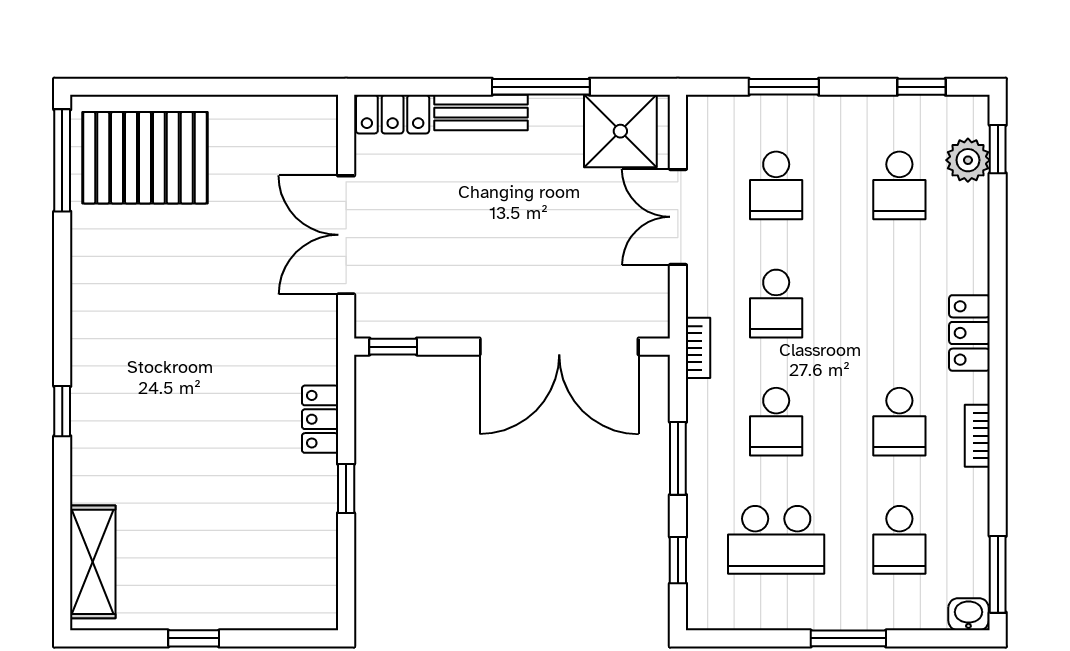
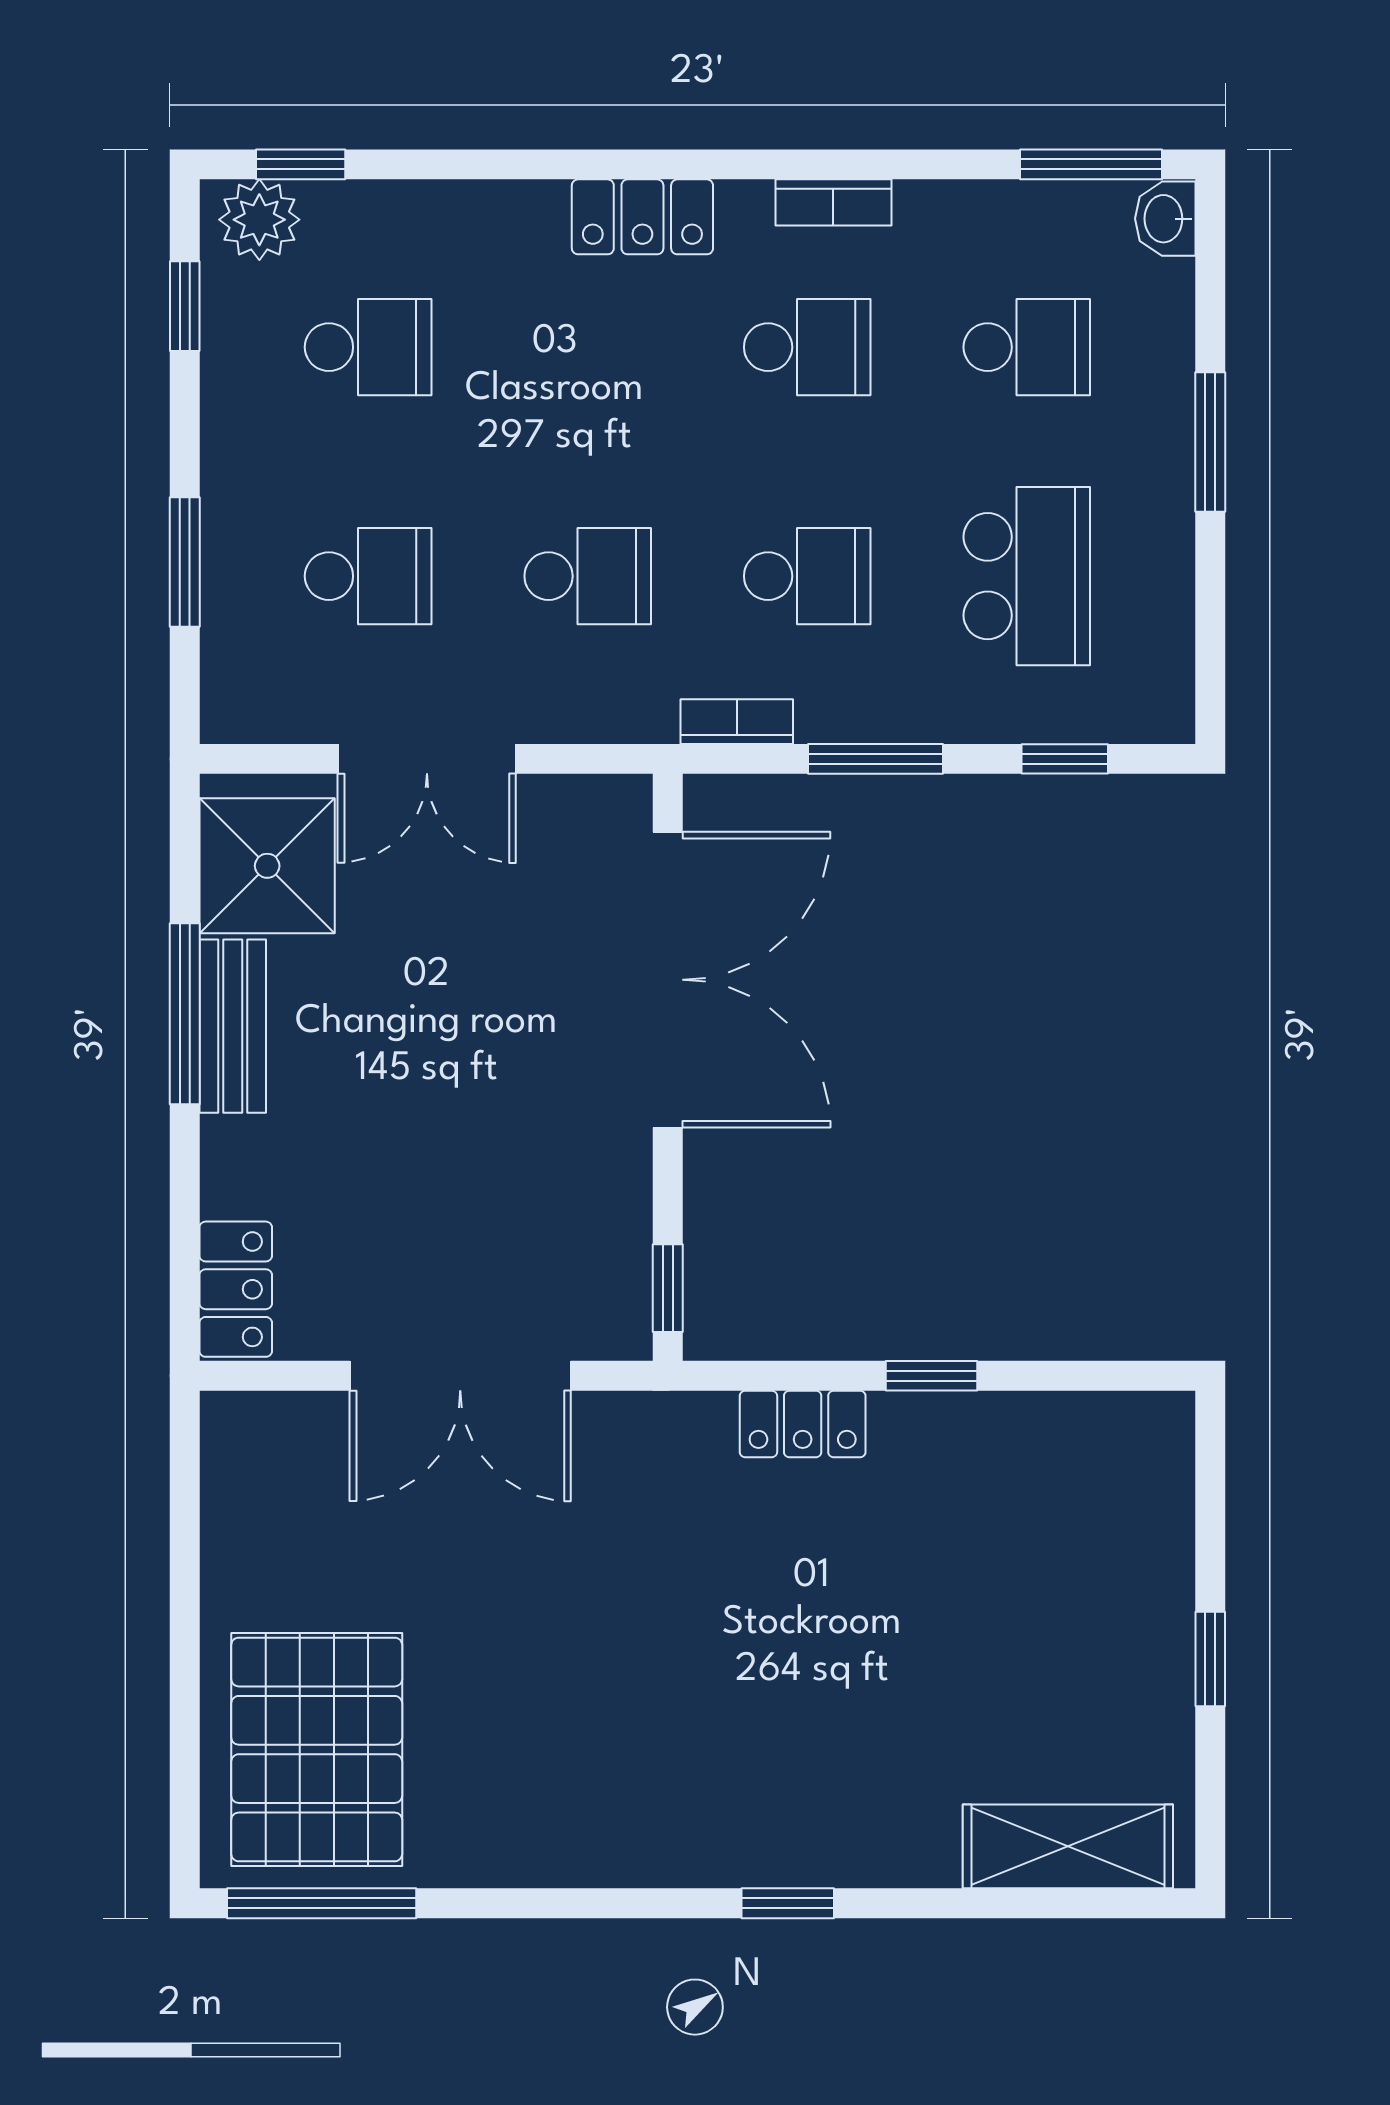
bench: (481, 113) -> (233, 1026), moved
plant: (968, 160) -> (259, 220), moved
bookcase: (698, 348) -> (737, 722), moved

